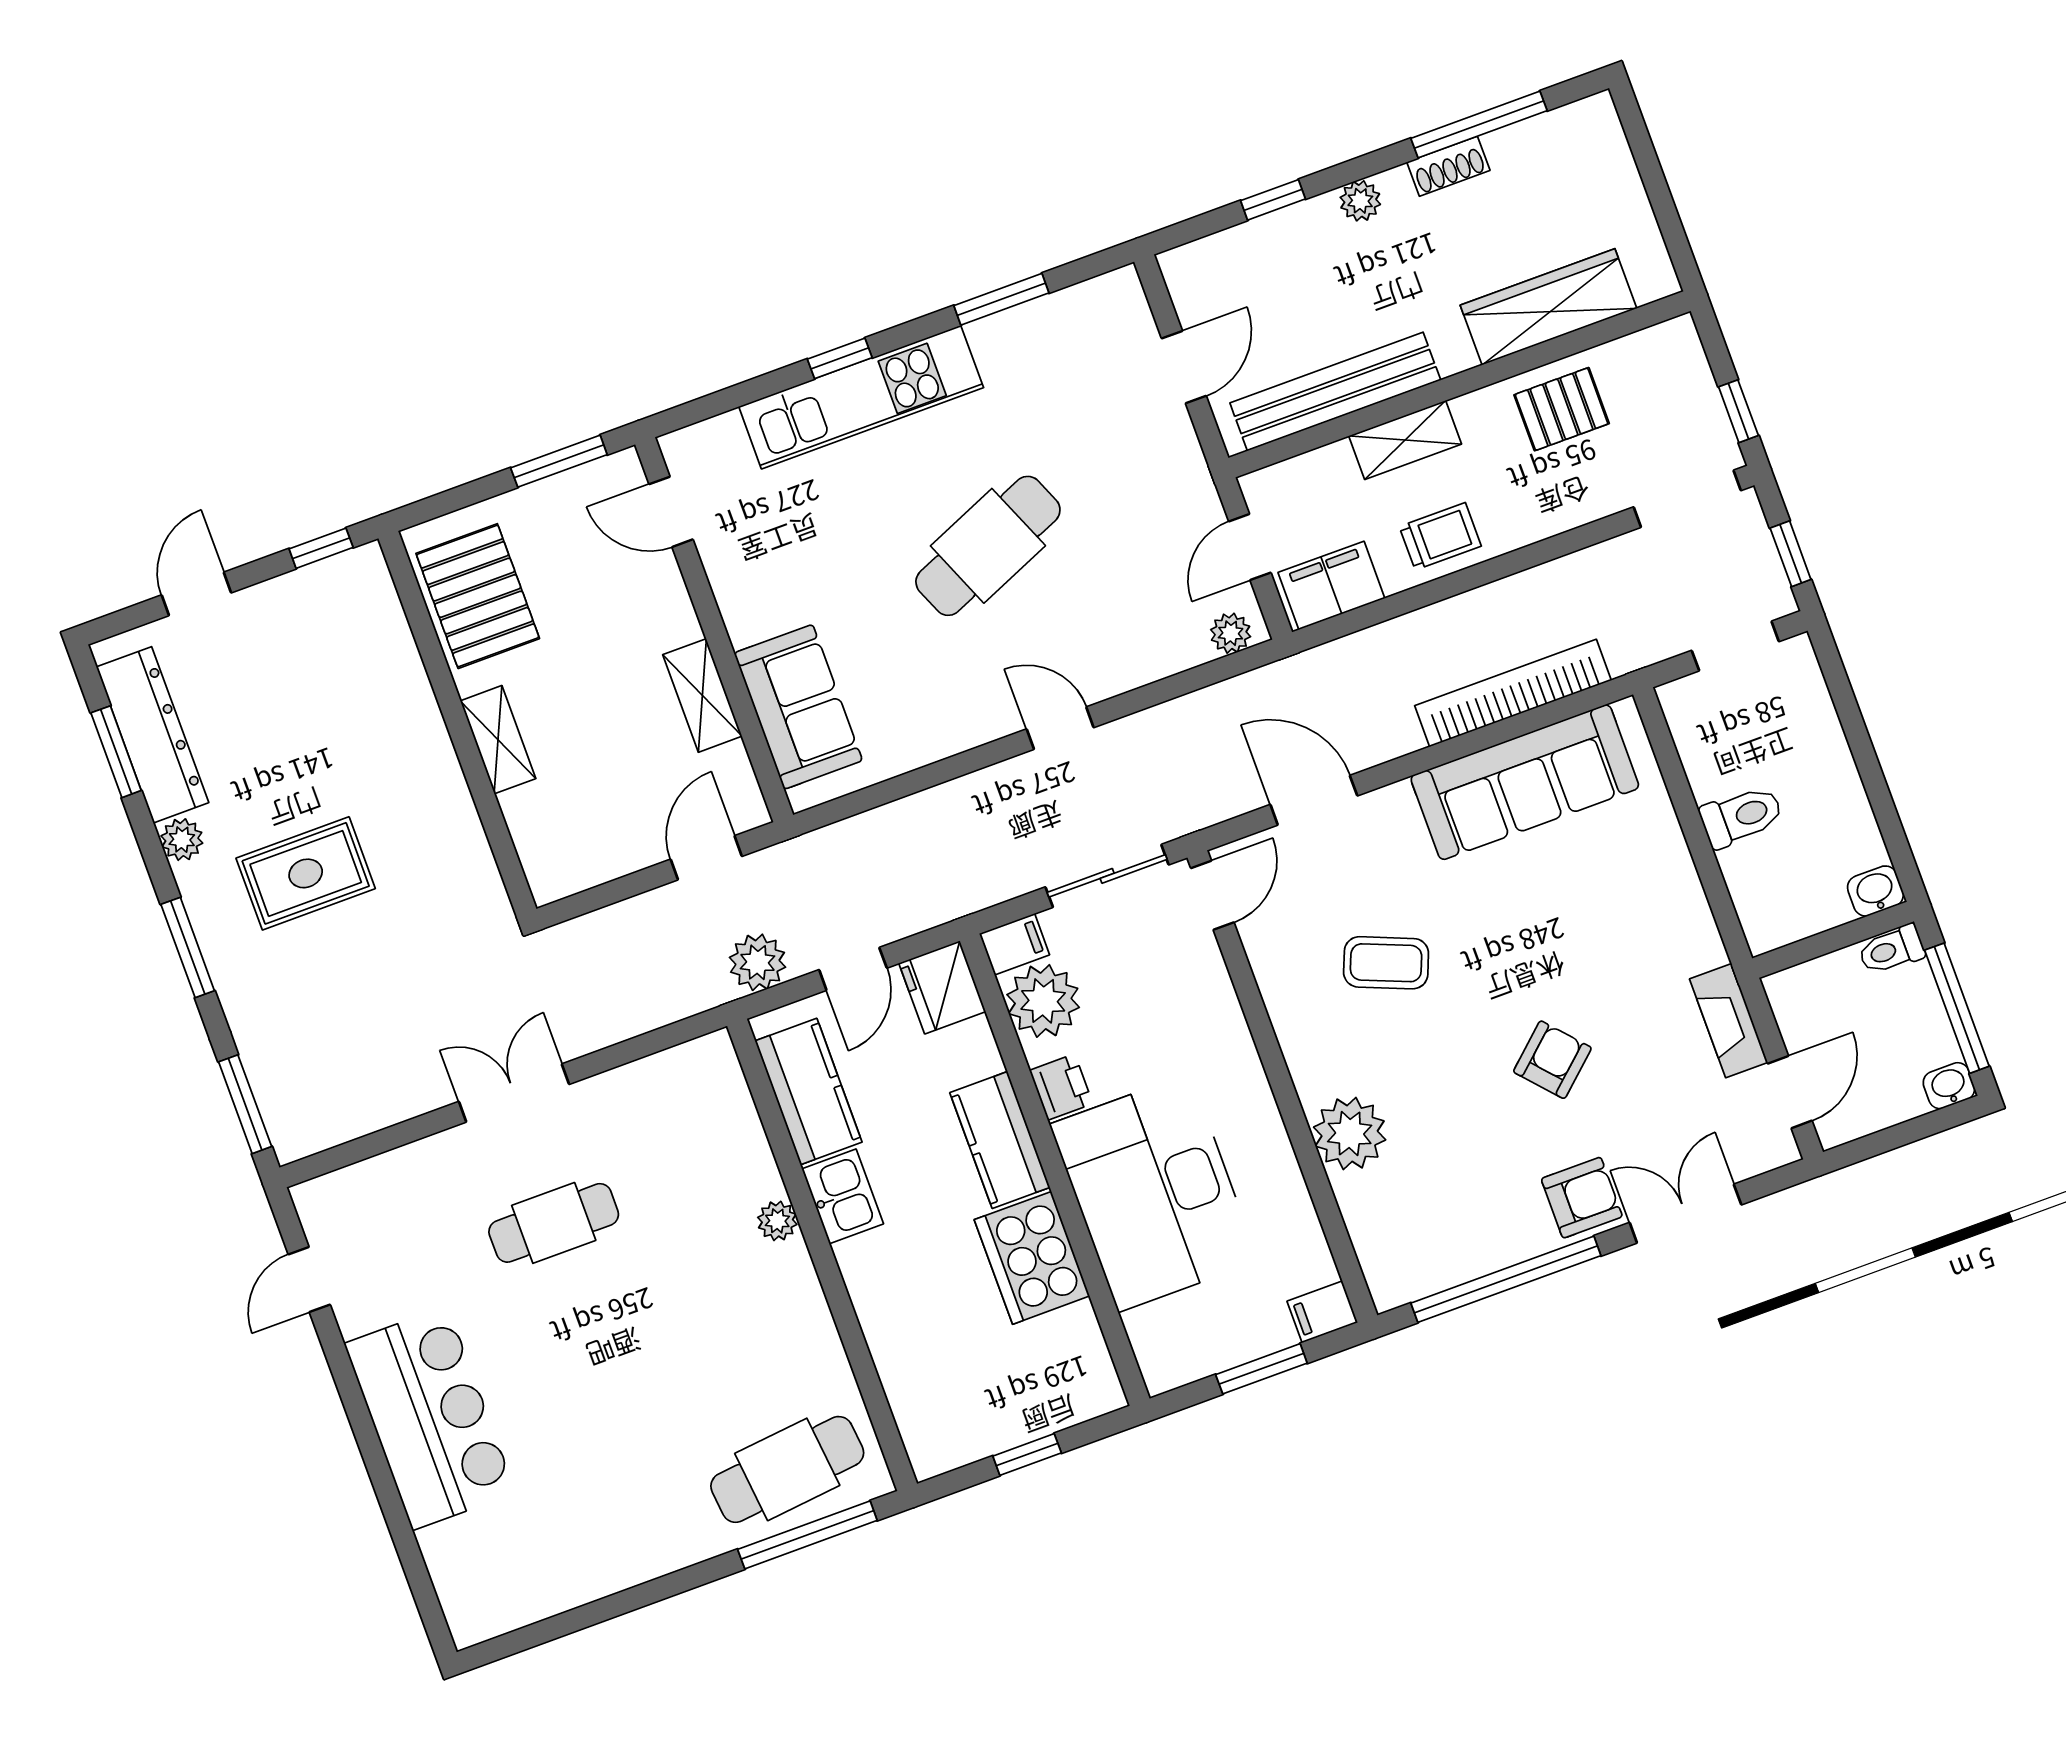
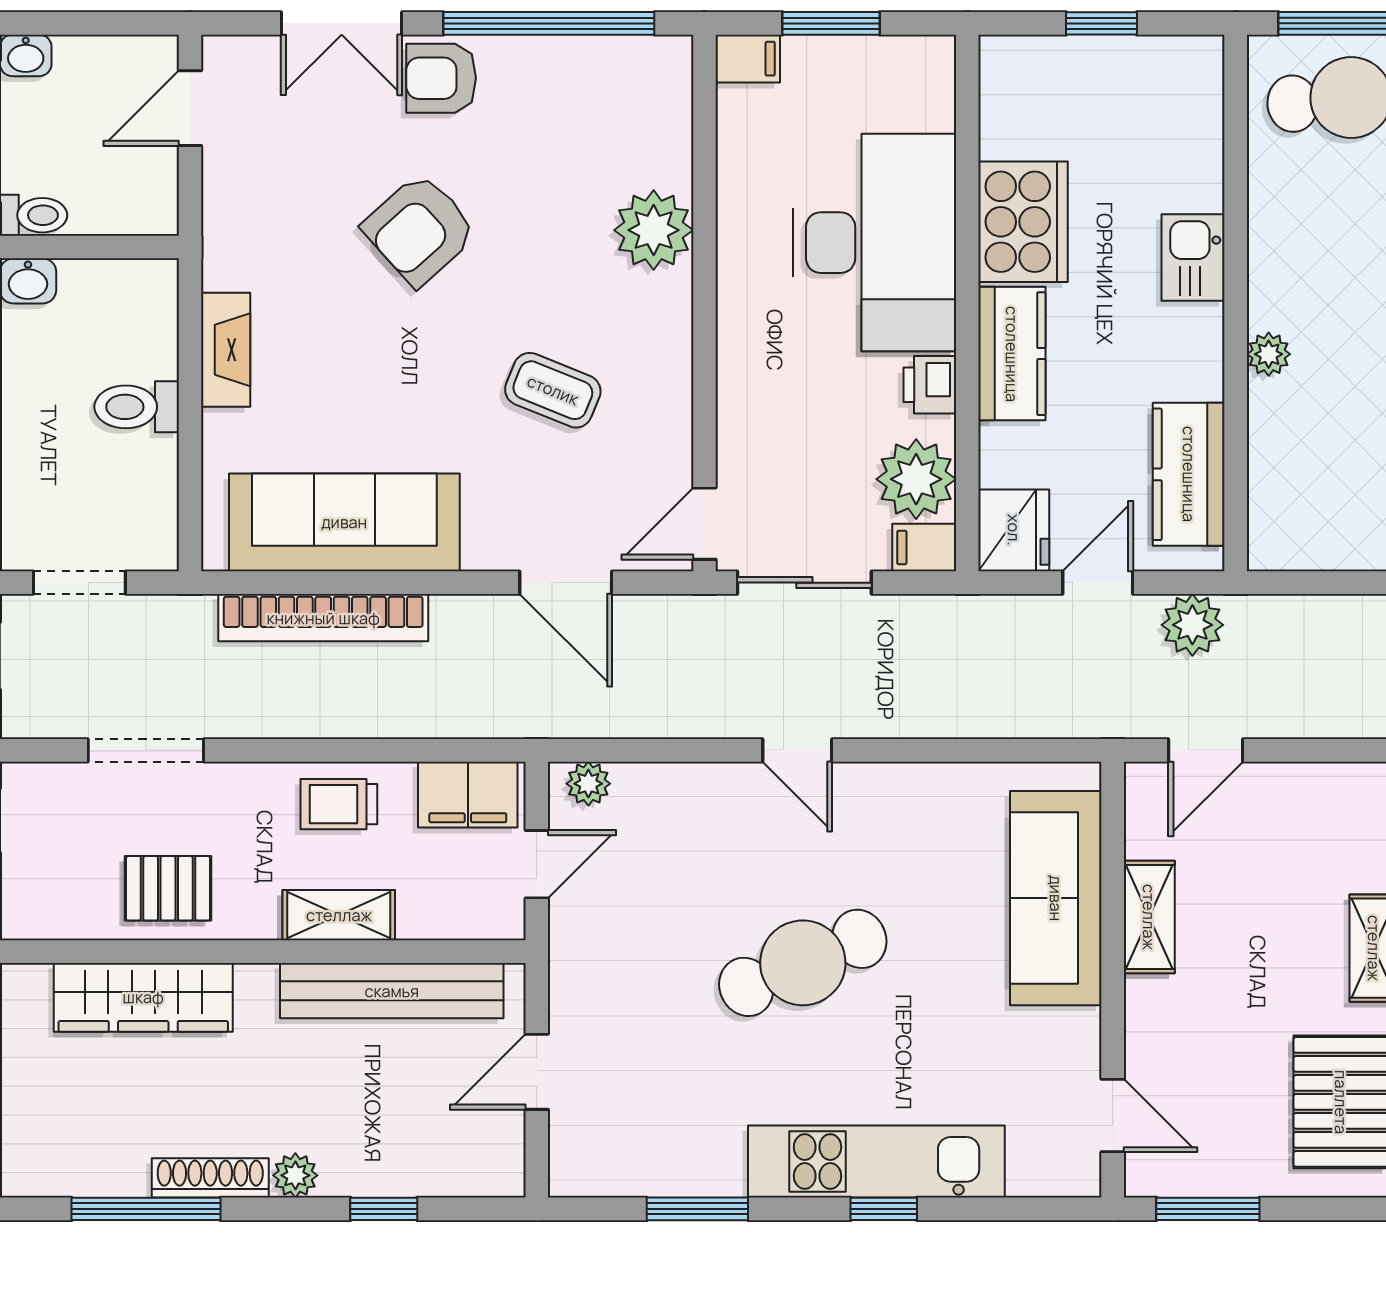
shoe rack: (1448, 166) -> (210, 1178), width x1.43
doorway: (1687, 499) -> (146, 750), moved
sofa: (798, 707) -> (1056, 898), width x1.36
fireplace: (1729, 1021) -> (226, 350), moved
armchair: (1552, 1060) -> (420, 230), width x1.38, depth x1.38
kitchen sink: (843, 1196) -> (1193, 257), moved

